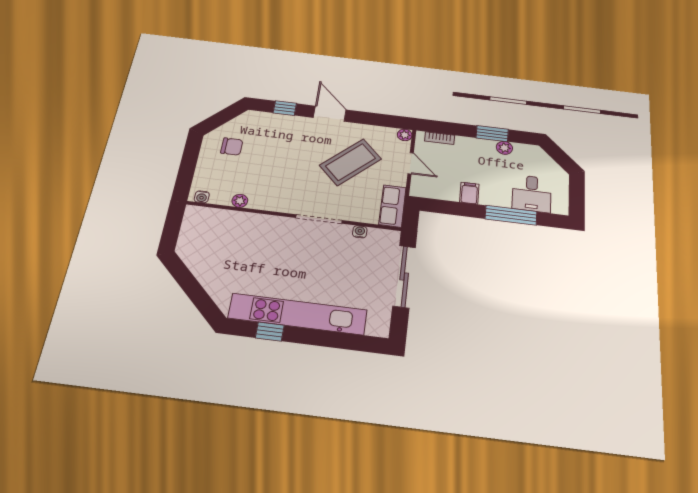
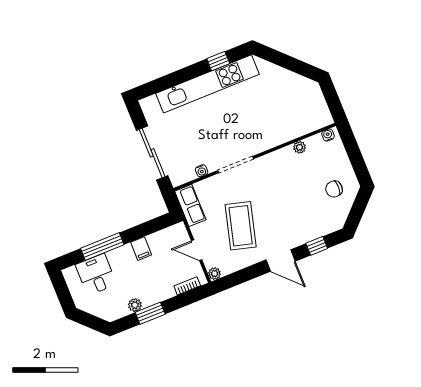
coffee table: (351, 162) -> (241, 226), turned -31

